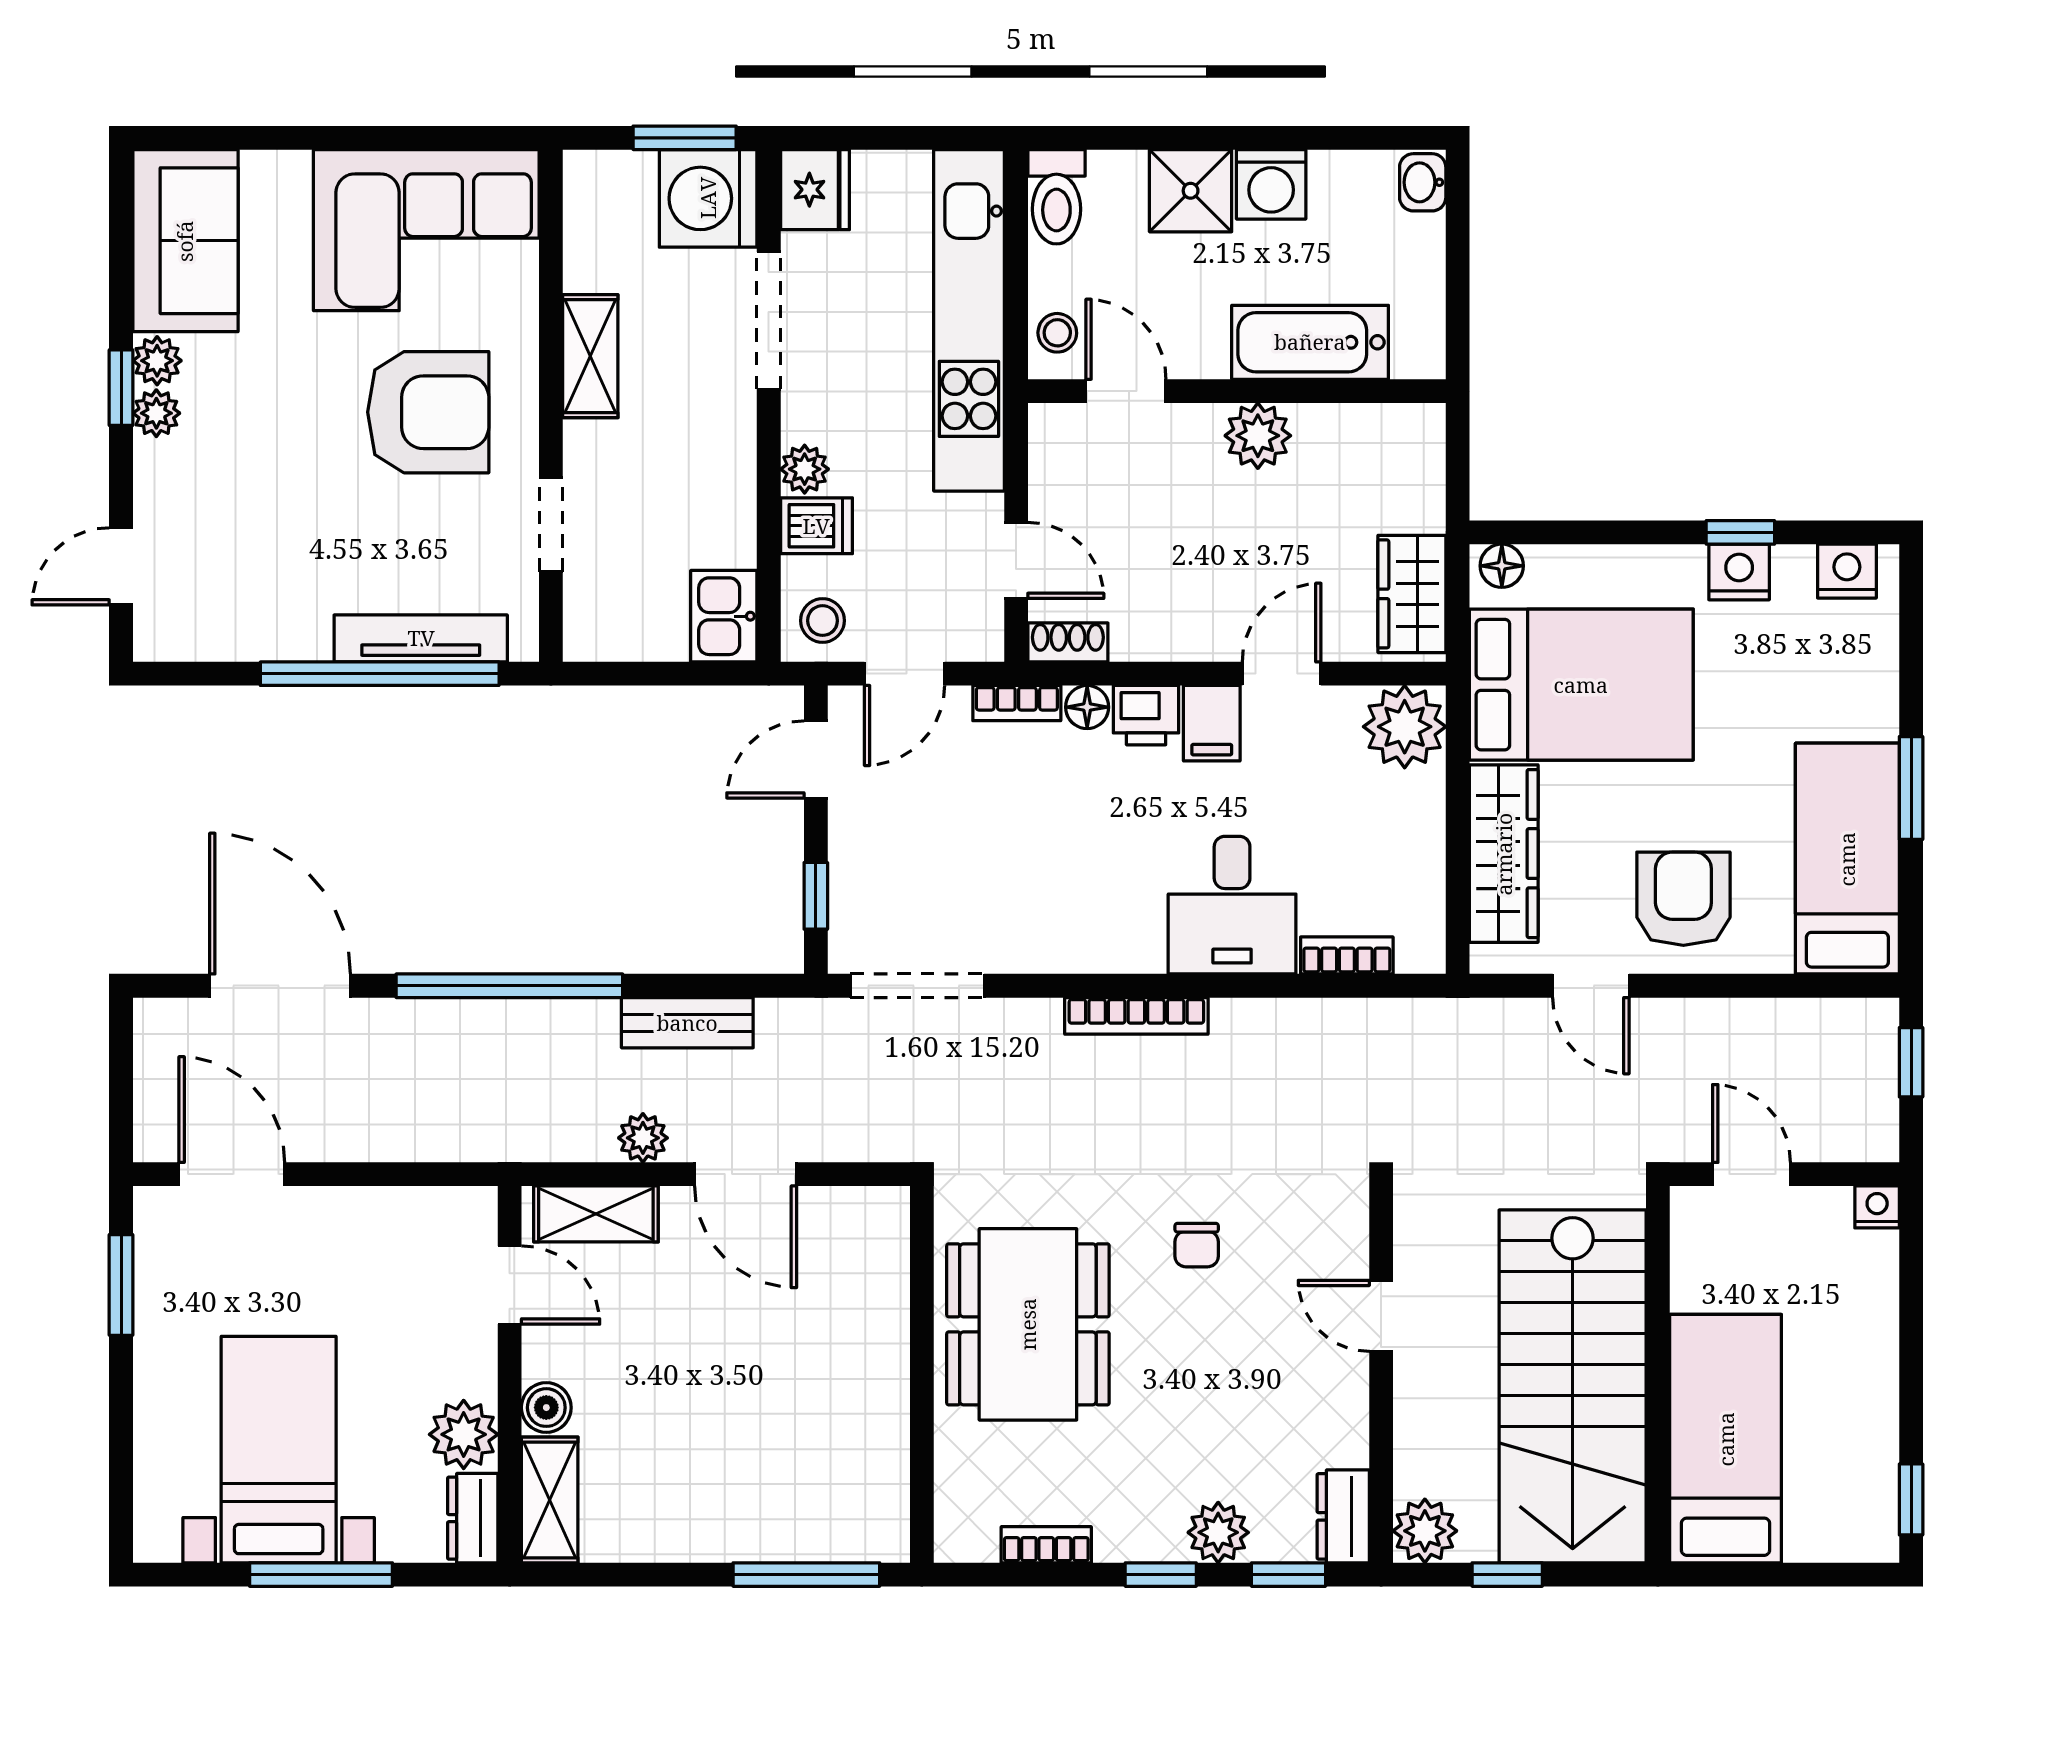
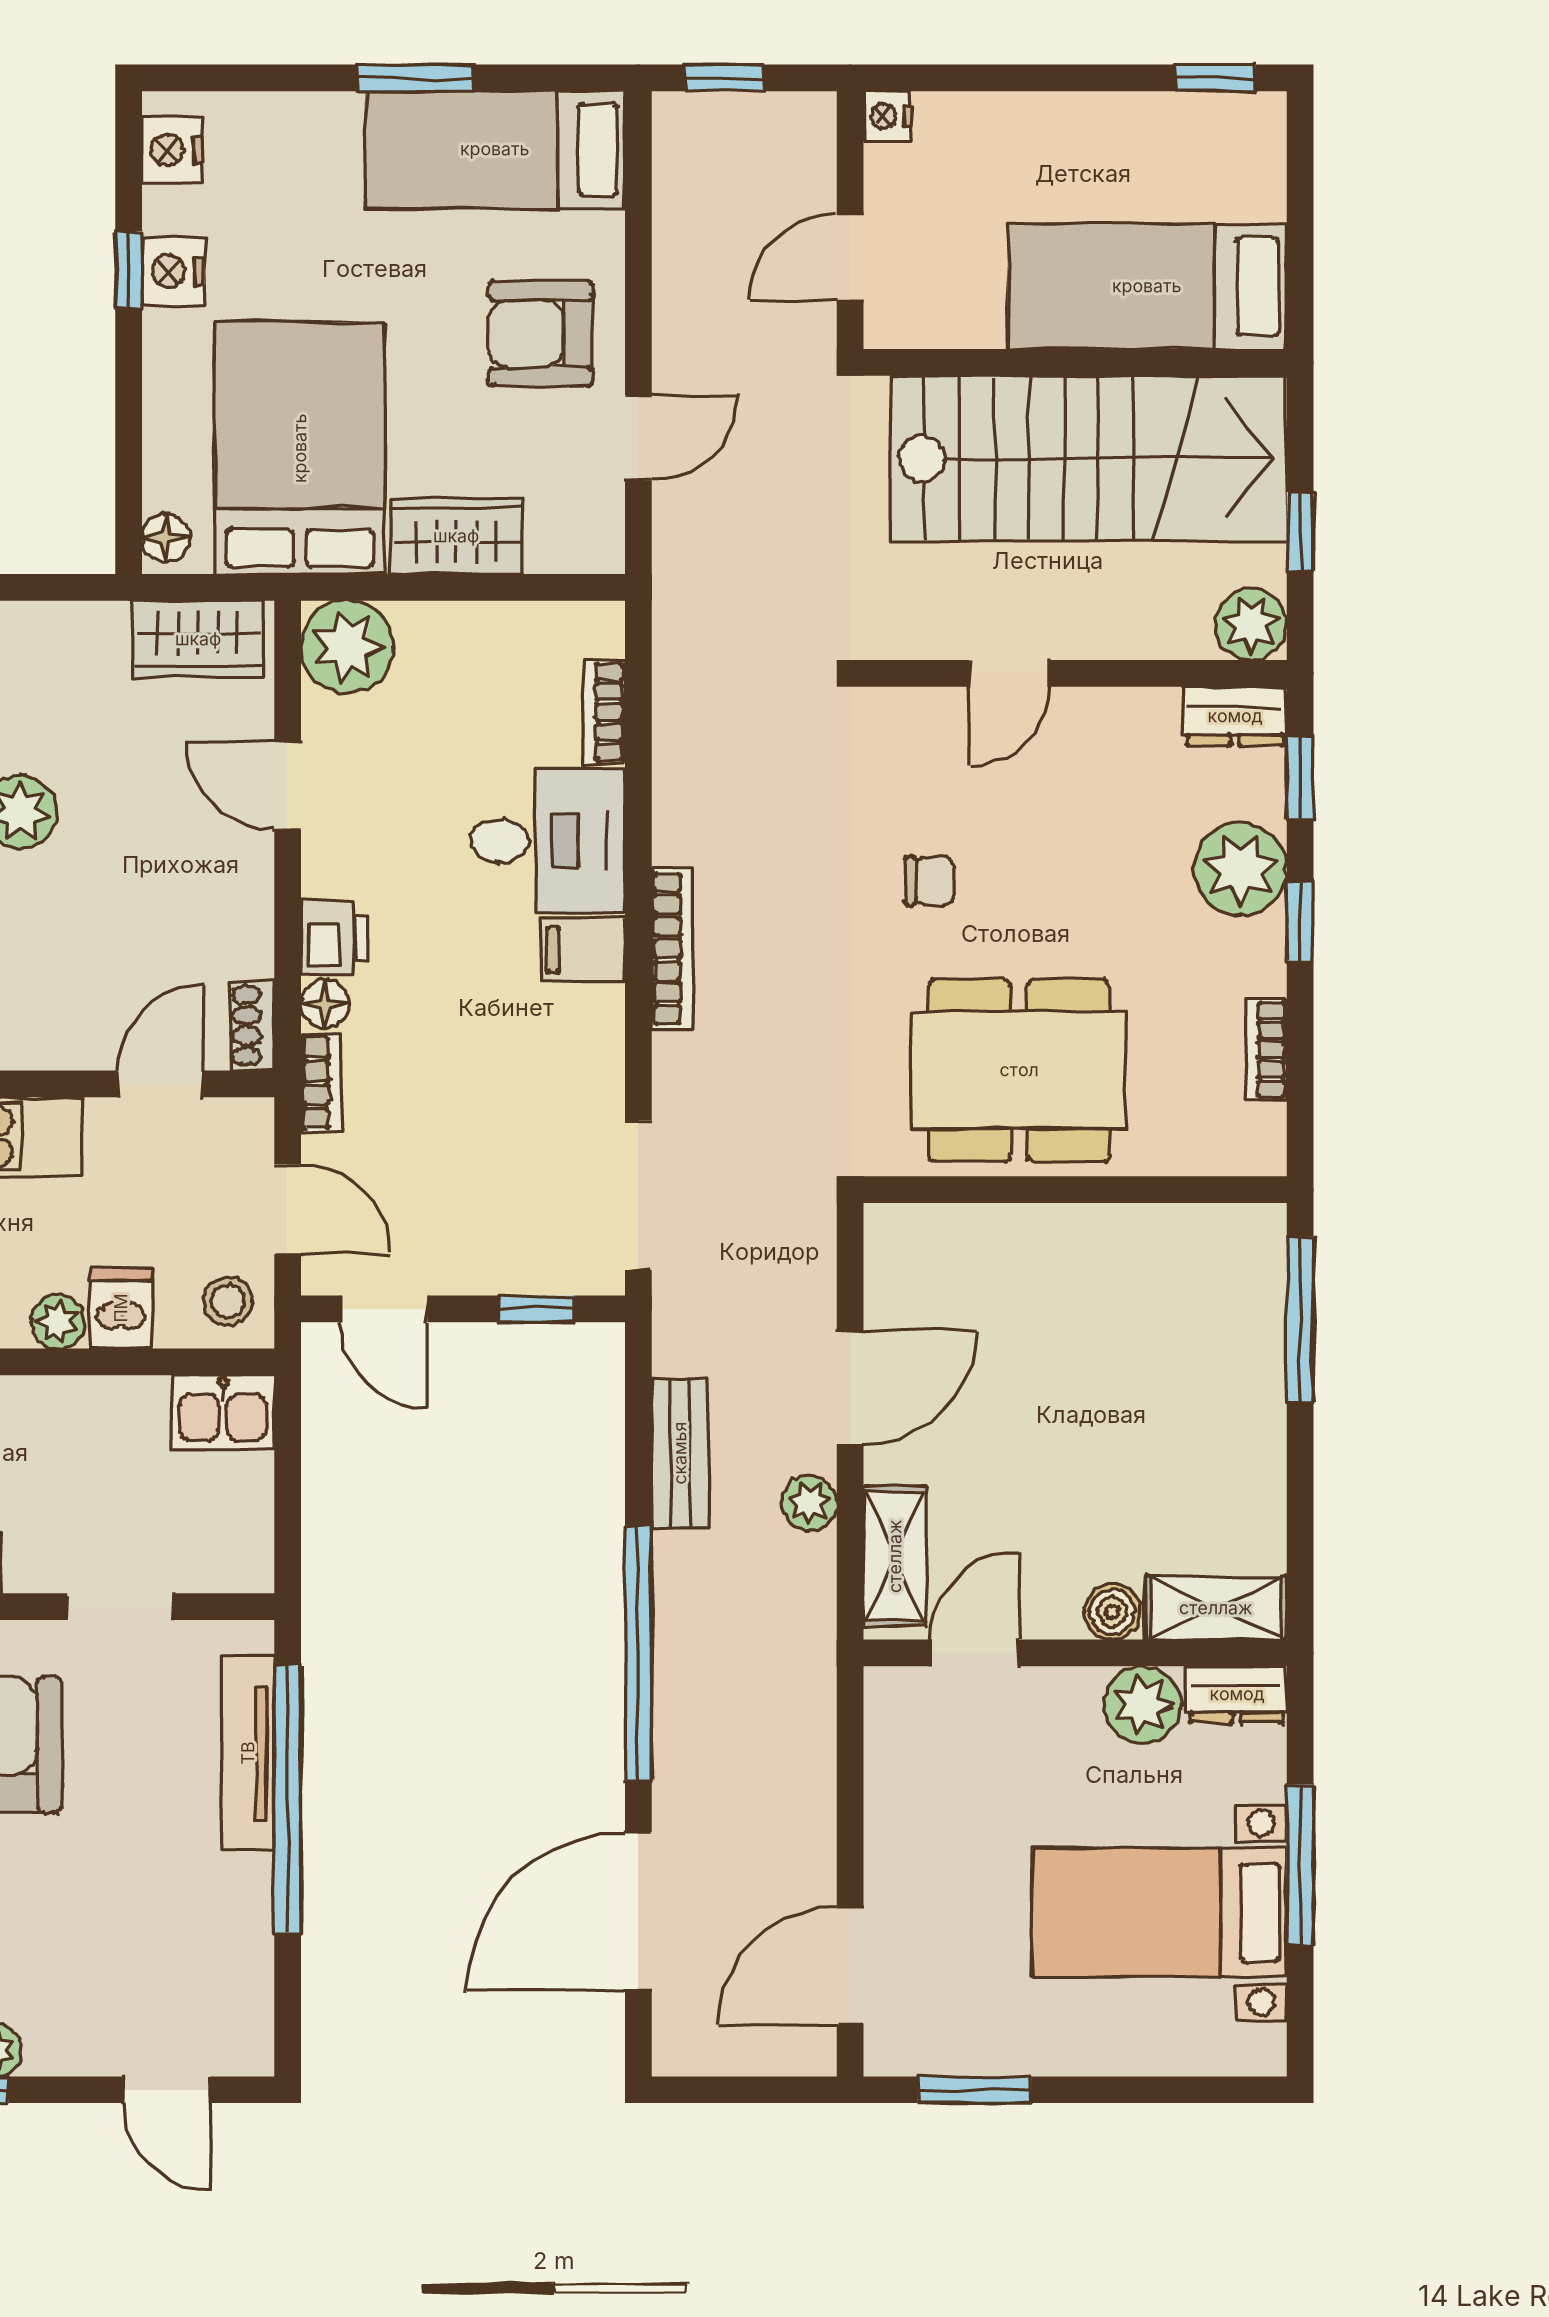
filing cabinet: (1212, 723) -> (583, 950), moved, turned 180
wardrobe: (1504, 854) -> (456, 536), width x0.67
plant: (1218, 1532) -> (1240, 869), width x1.36, depth x1.36

